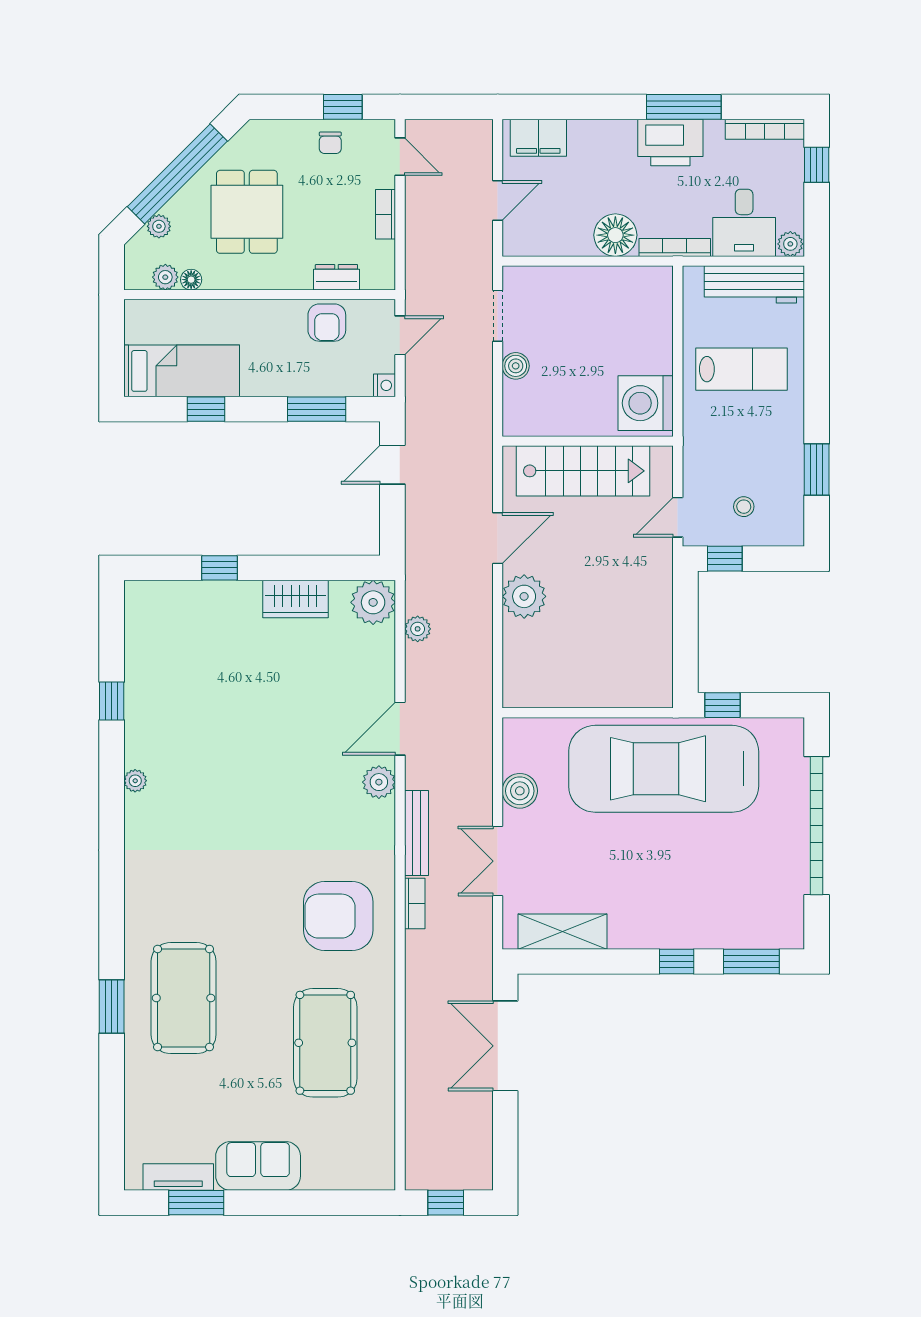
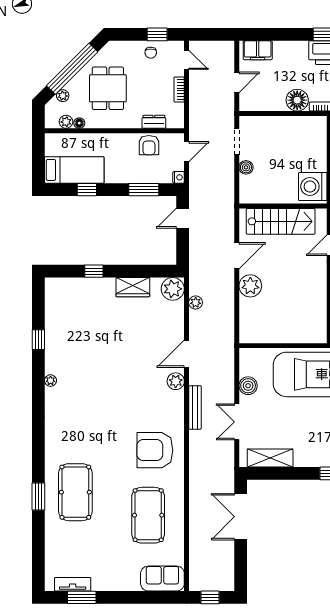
bookcase: (415, 903) -> (194, 444), removed
sofa: (258, 1166) -> (162, 578), moved

